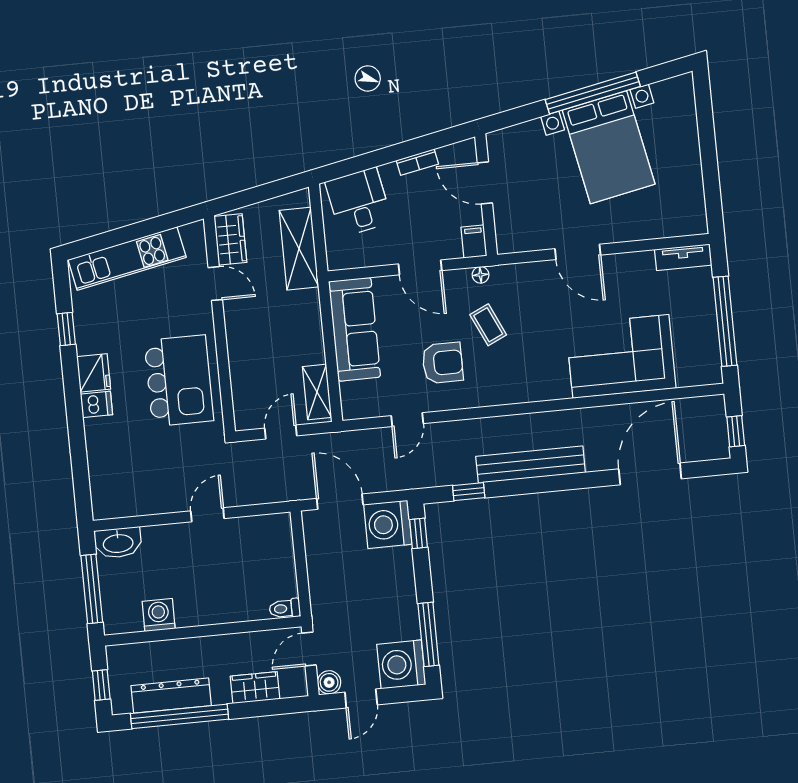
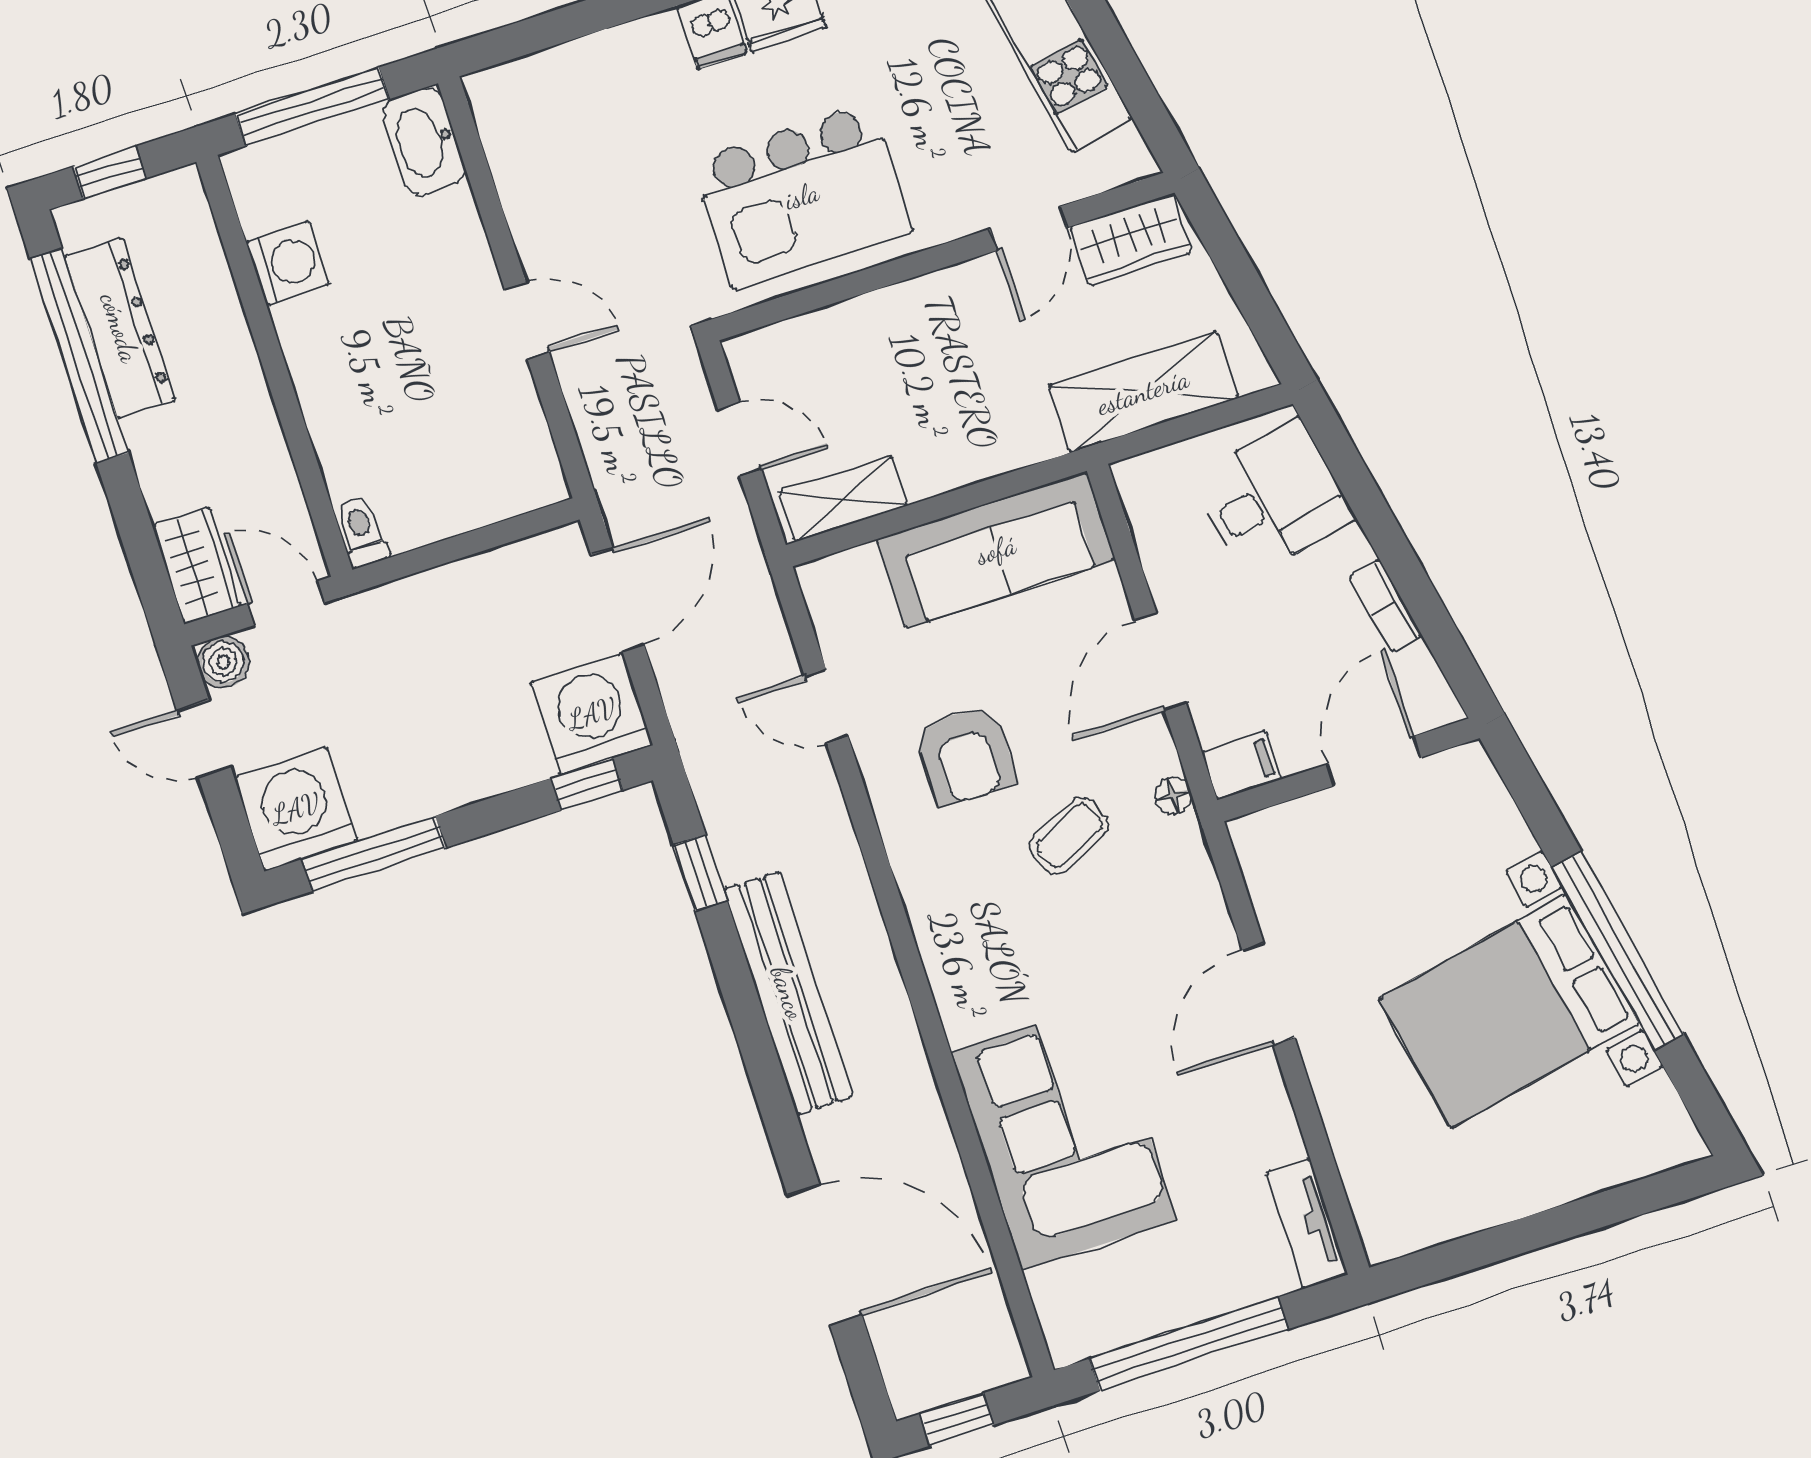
wardrobe: (255, 688) -> (197, 566), moved

